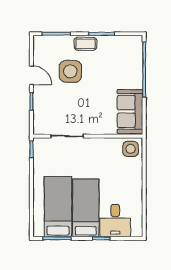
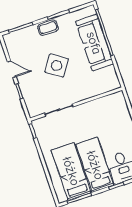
side table: (70, 71) -> (57, 65), moved, turned 35
sofa: (130, 111) -> (94, 43), moved, width x1.36
side table: (131, 149) -> (115, 103), removed

